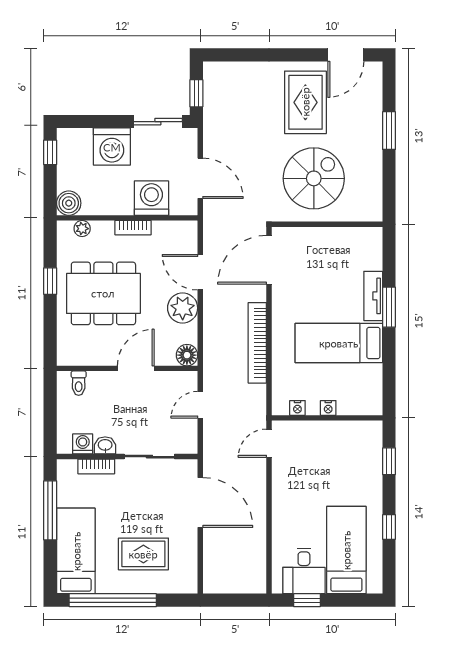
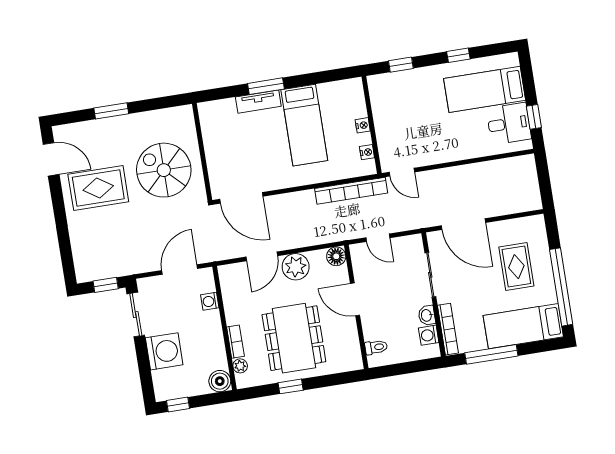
washing machine: (151, 198) -> (210, 301), width x0.53, depth x0.53
bookcase: (133, 228) -> (235, 342), moved
bookcase: (257, 343) -> (351, 191), moved
bookcase: (96, 466) -> (448, 329), width x1.56
door: (200, 502) -> (463, 224), swing flipped

